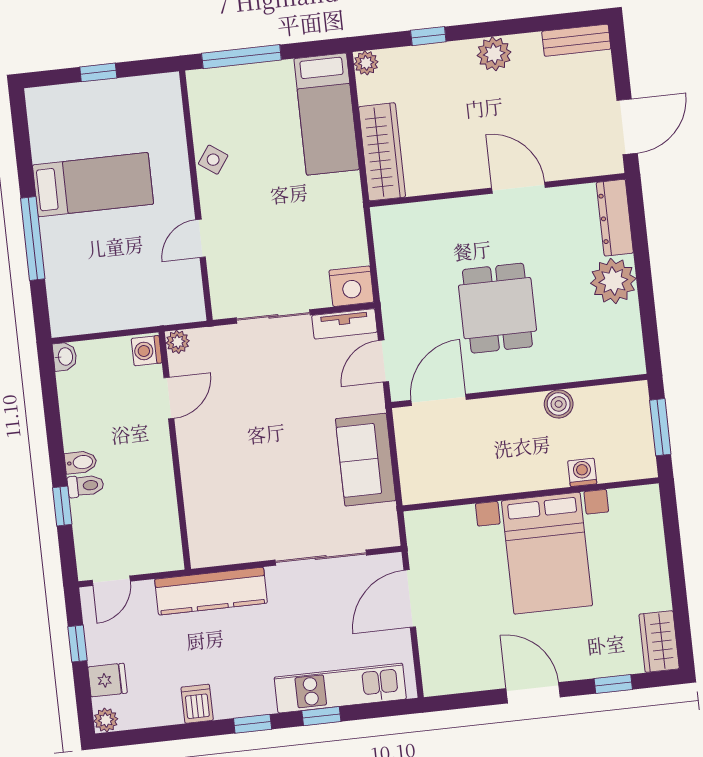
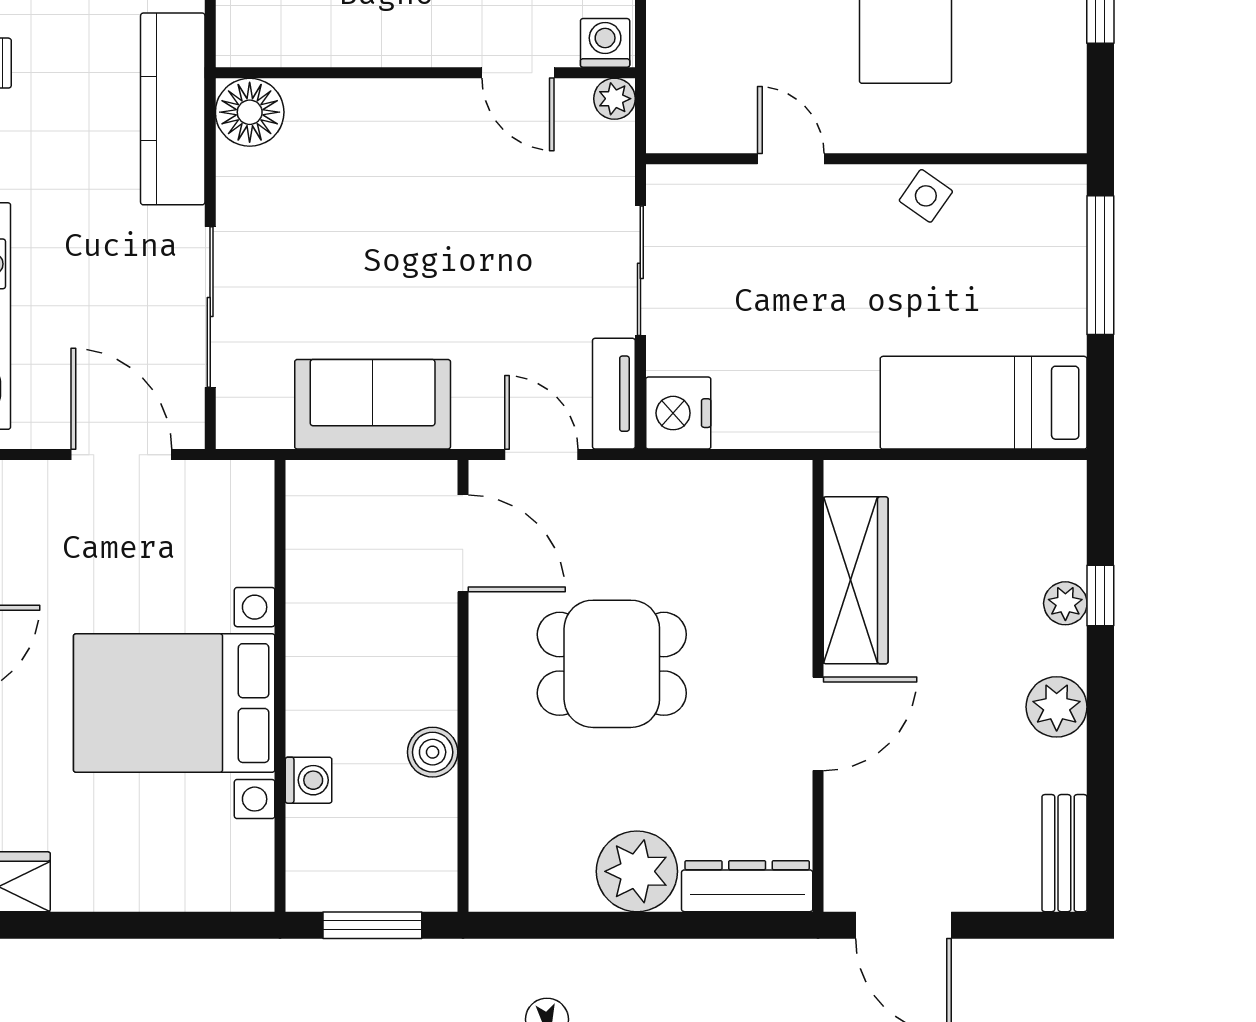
plant: (366, 63) -> (1065, 603), moved
wardrobe: (382, 152) -> (856, 580), moved, turned -90
floor lamp: (208, 547) -> (250, 112), added

